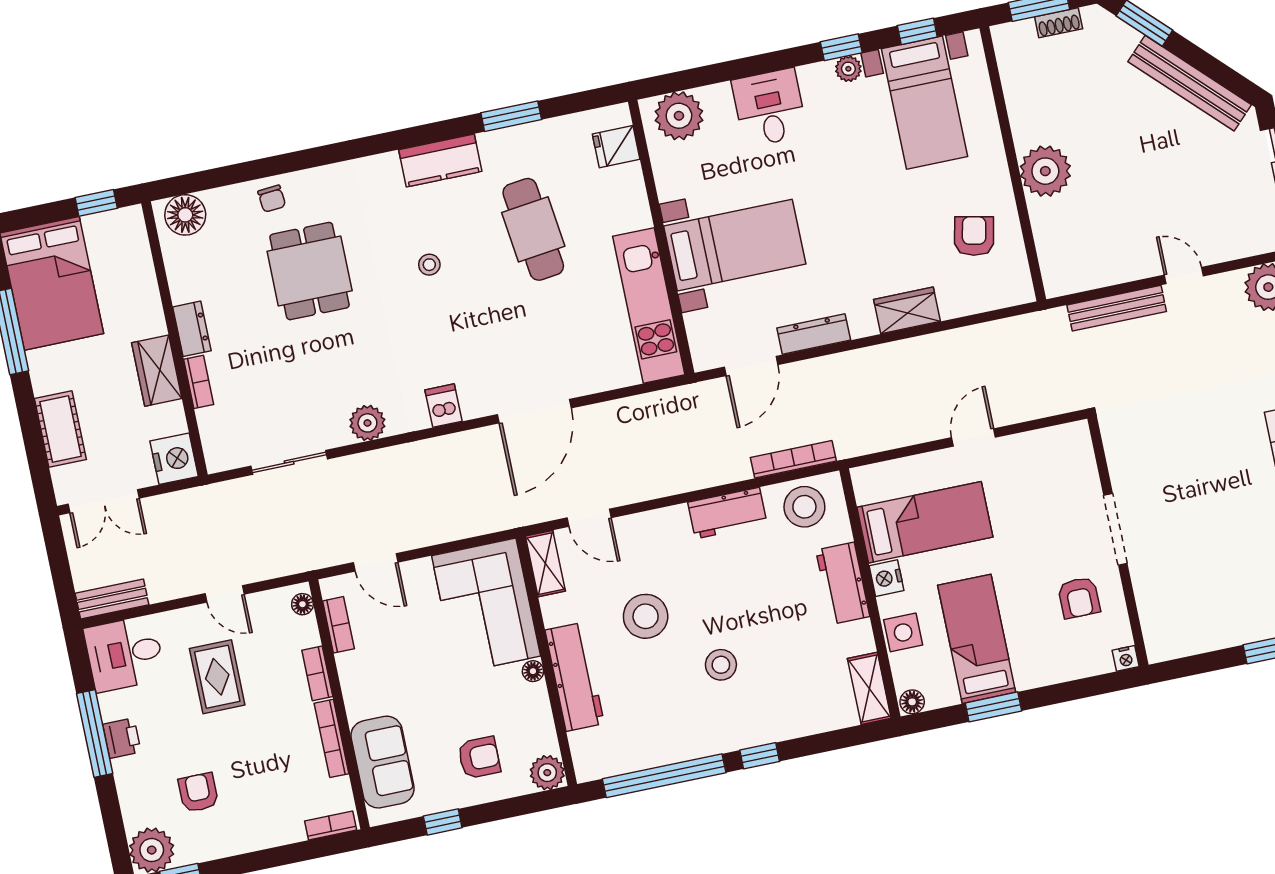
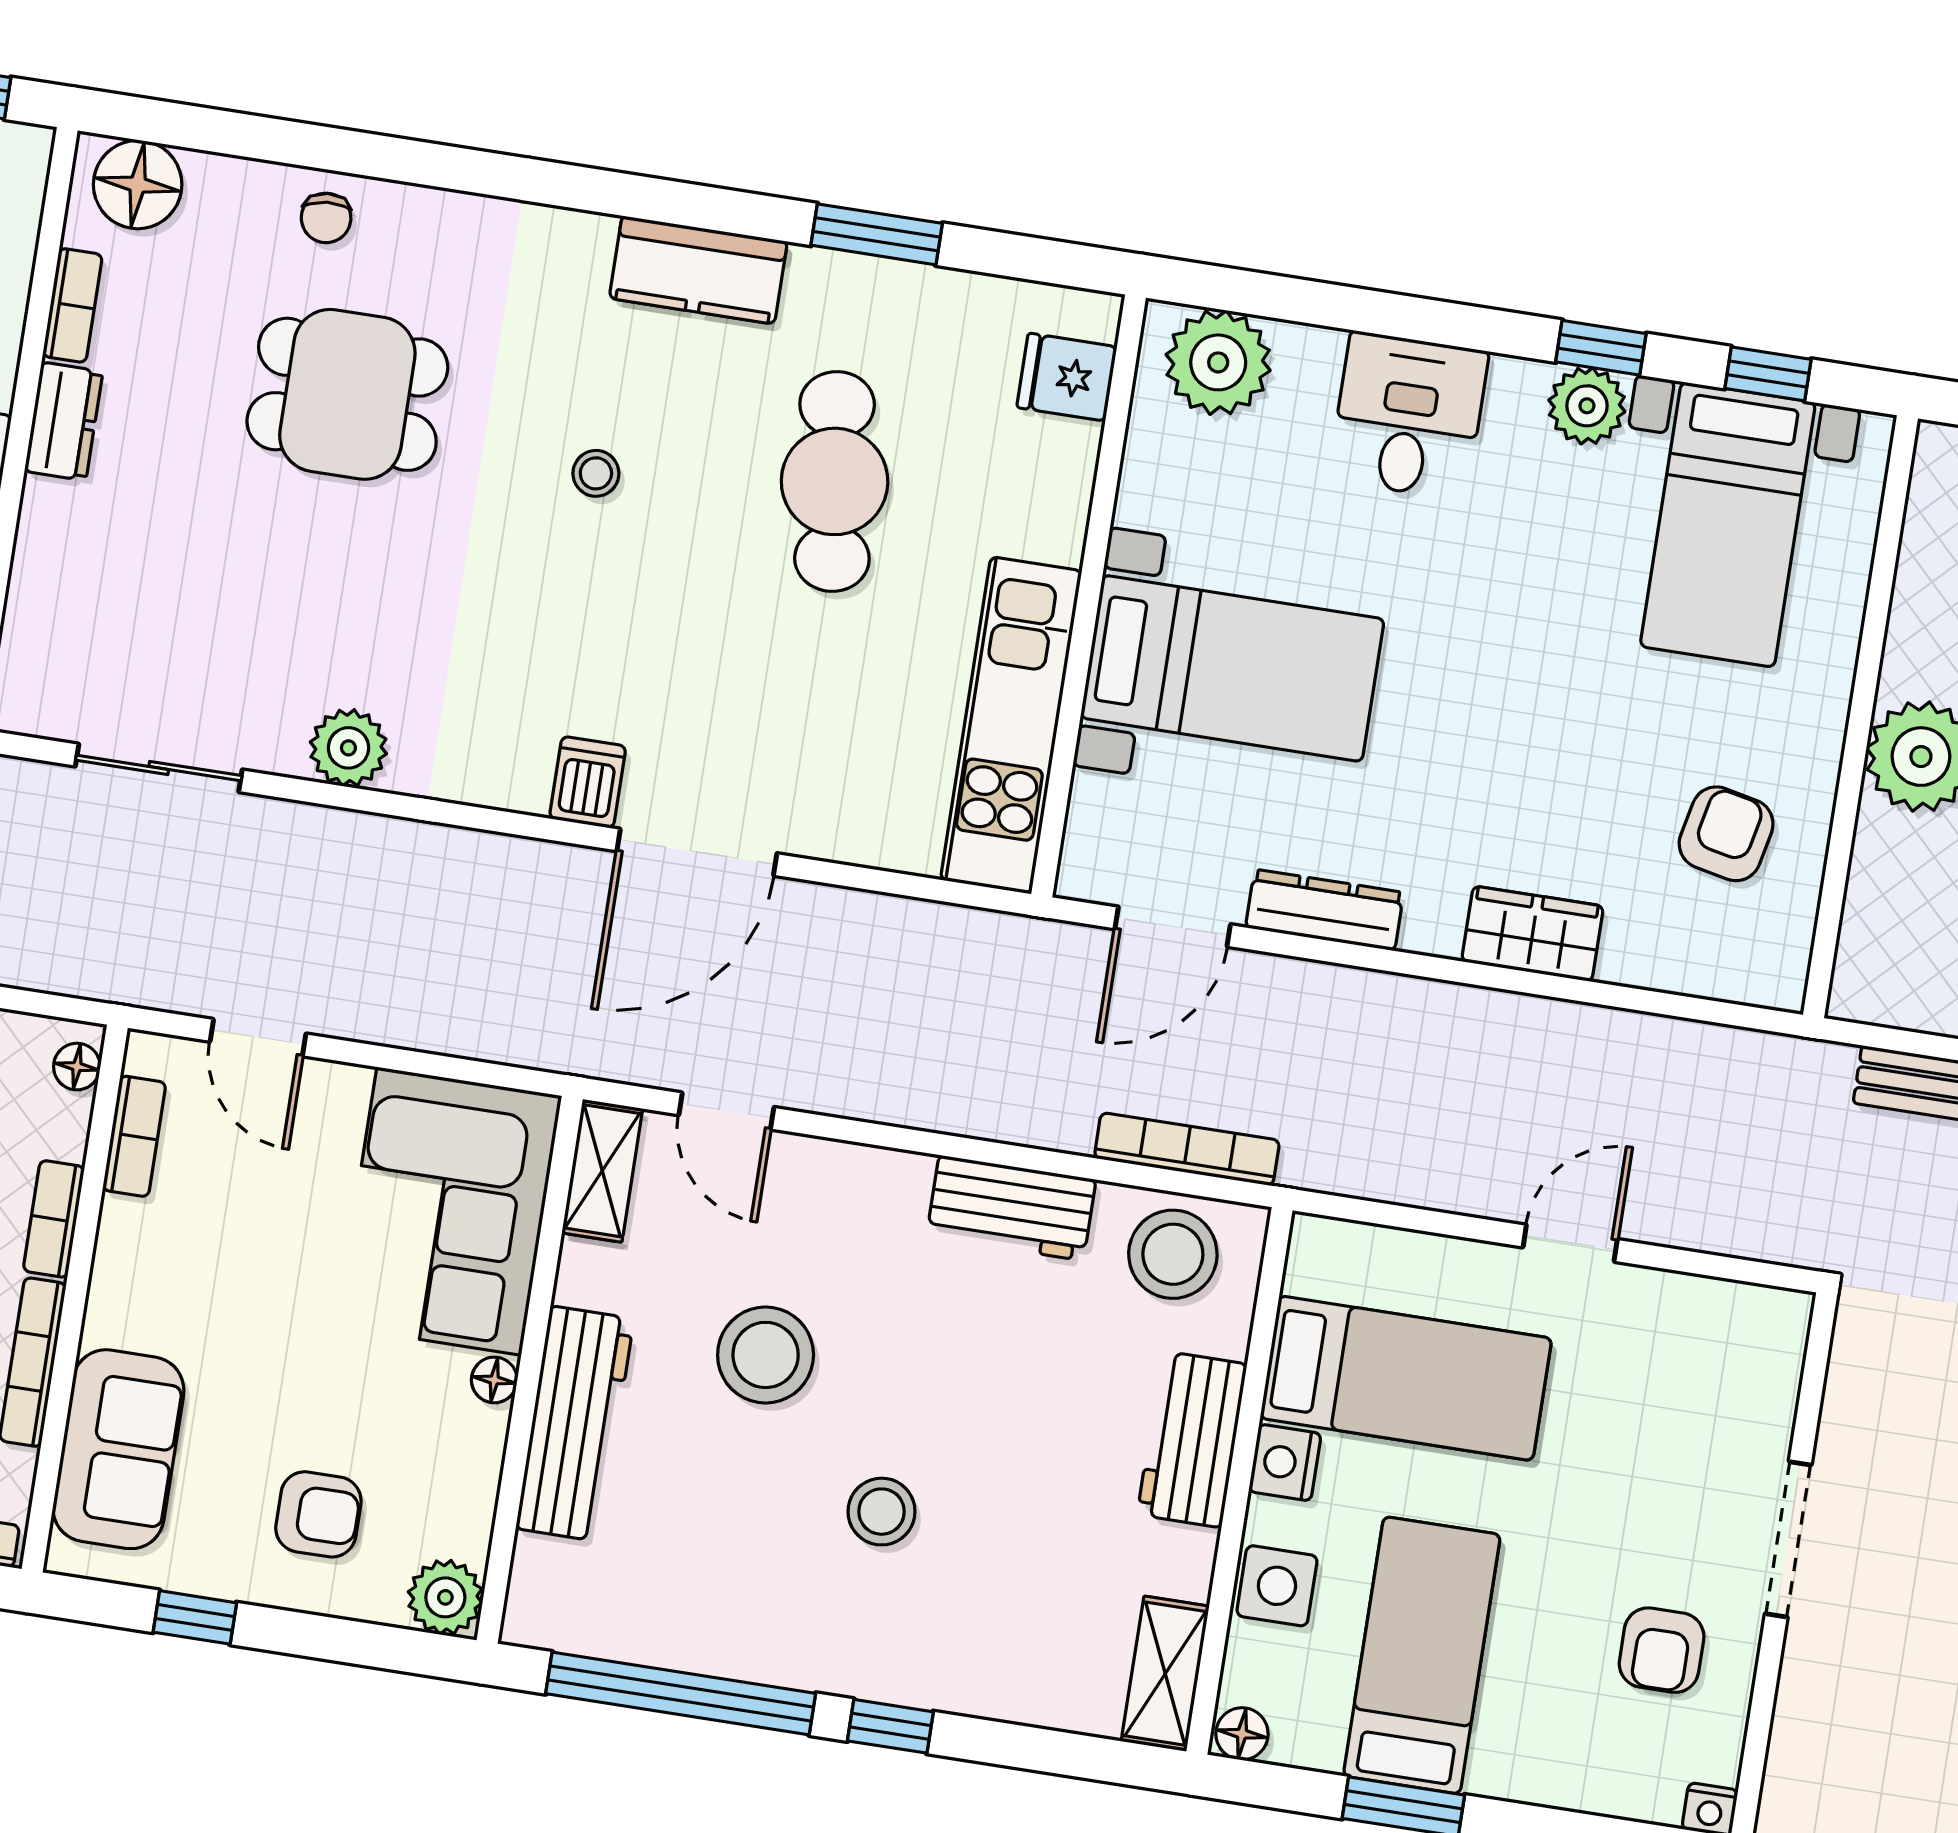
plant: (848, 69) -> (1587, 406), width x1.38, depth x1.38
dining table: (310, 271) -> (347, 394), turned 90
bookcase: (199, 382) -> (72, 305), moved
dishwasher: (444, 406) -> (588, 782), moved

